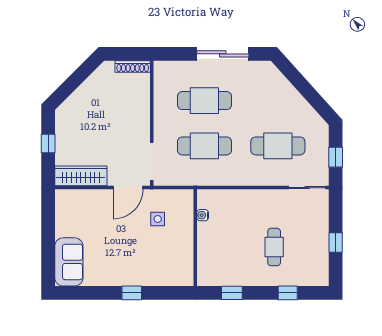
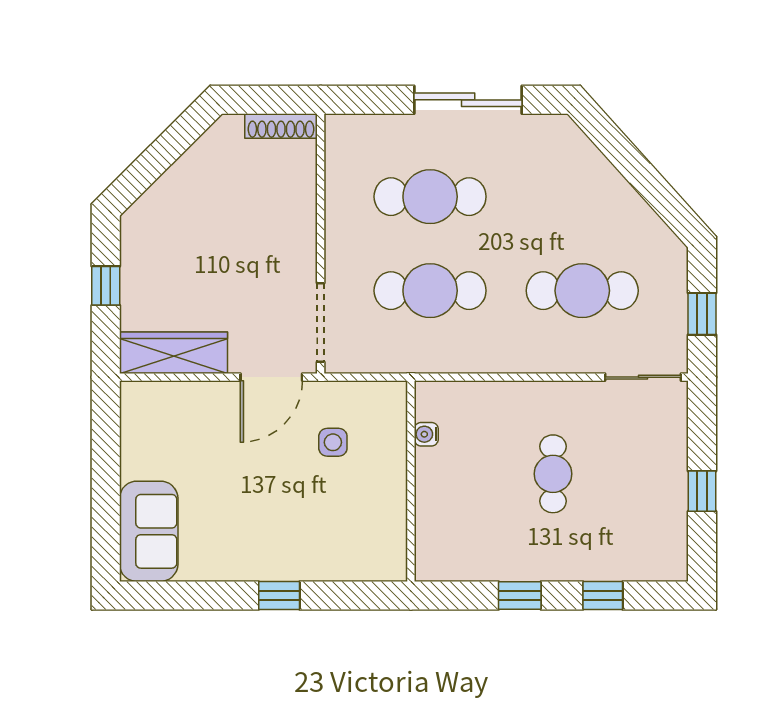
cafe table: (274, 247) -> (553, 474), moved
window: (232, 293) -> (520, 595), moved

